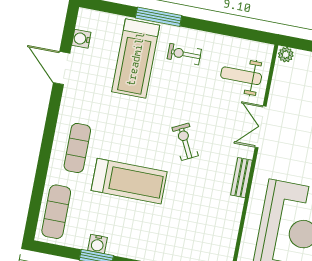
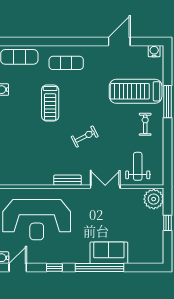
water cooler: (81, 39) -> (154, 51), moved
plant: (286, 55) -> (154, 199), width x1.88, depth x1.88
treadmill: (129, 181) -> (50, 103), width x0.73, depth x0.73

